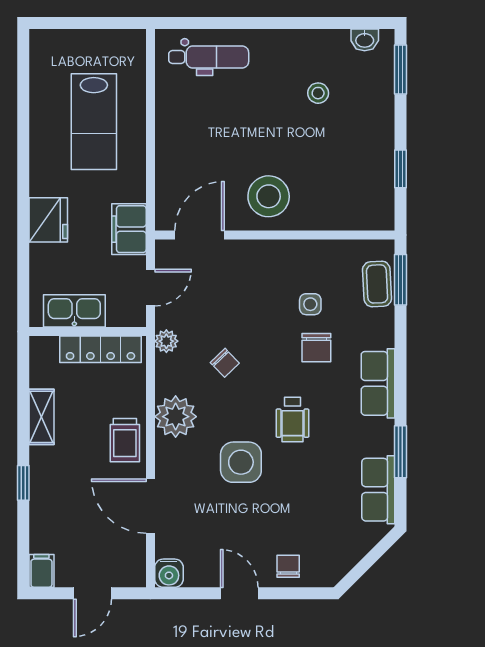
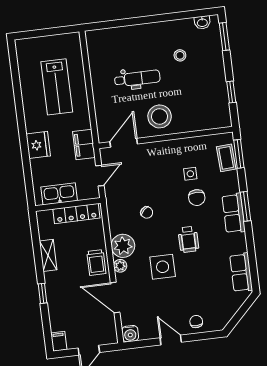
dental chair: (209, 57) -> (137, 78), moved
plant: (166, 341) -> (120, 266), moved
window: (400, 452) -> (245, 206), moved

